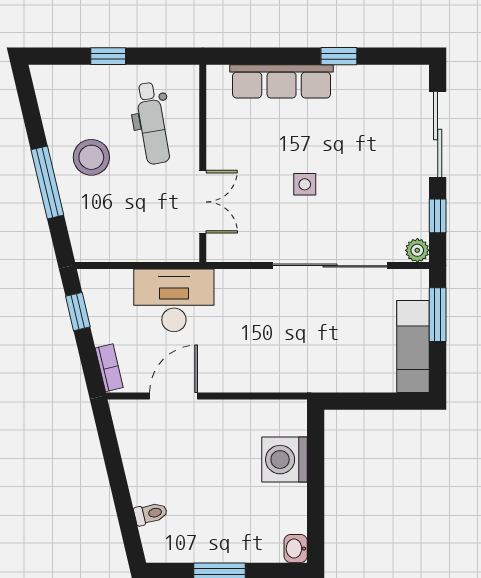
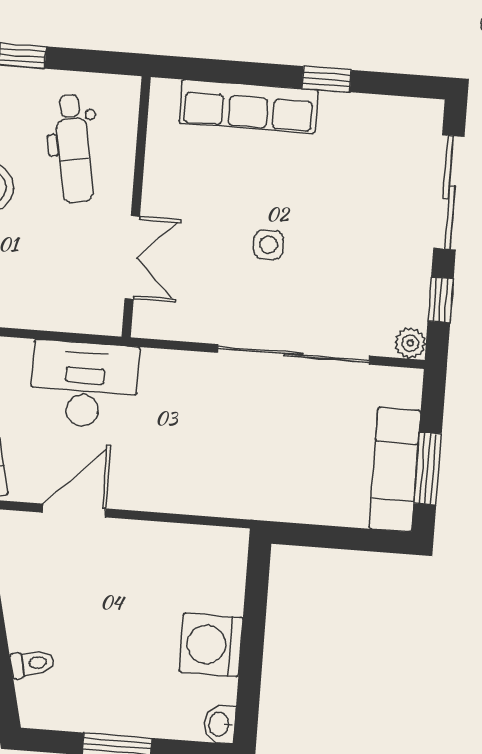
window: (438, 315) -> (428, 469), moved
washing machine: (285, 460) -> (211, 645), moved

